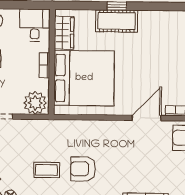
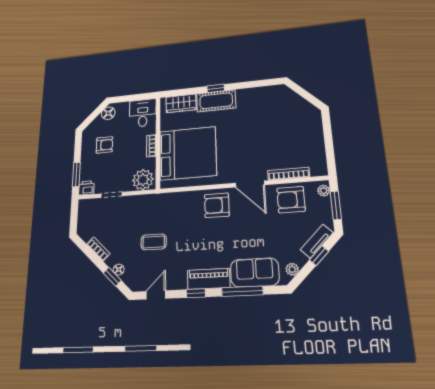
wardrobe: (64, 33) -> (181, 103), moved, turned 90
door: (147, 118) -> (250, 184), swing flipped
armchair: (83, 169) -> (217, 205), moved

